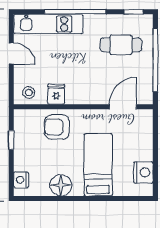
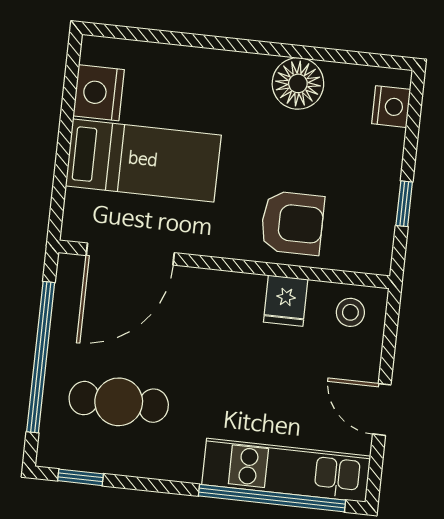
window: (75, 12) -> (272, 498), moved
door: (123, 107) -> (130, 254), width x1.36
bed: (98, 165) -> (143, 160), moved, turned -90

